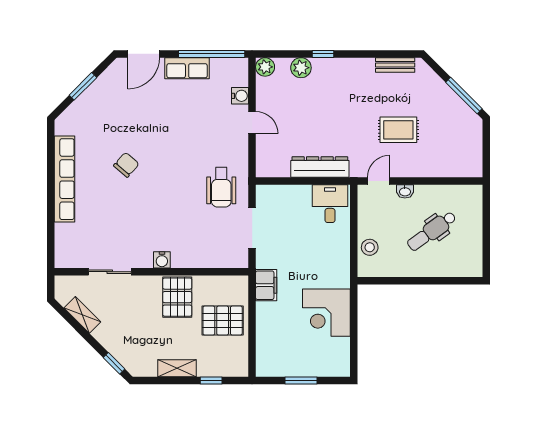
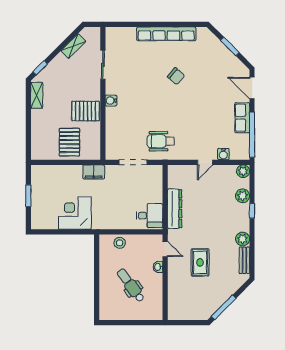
plant: (364, 68) -> (243, 239), added
shelving: (177, 368) -> (37, 95), moved
window: (211, 381) -> (28, 134), removed

